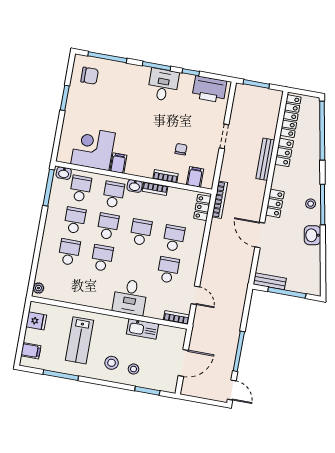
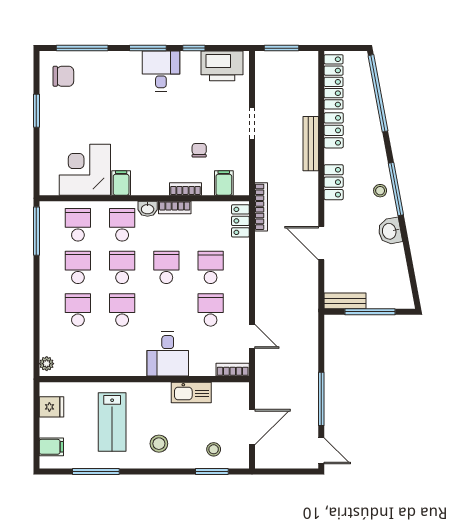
washbasin: (64, 173) -> (53, 209), removed
locker: (275, 203) -> (334, 182), moved
stool: (134, 369) -> (214, 449), moved

